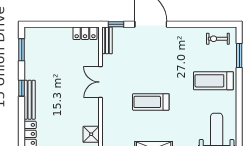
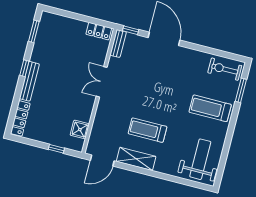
exercise bike: (218, 39) -> (225, 69), width x1.38, depth x1.39
treadmill: (151, 102) -> (147, 130), moved

